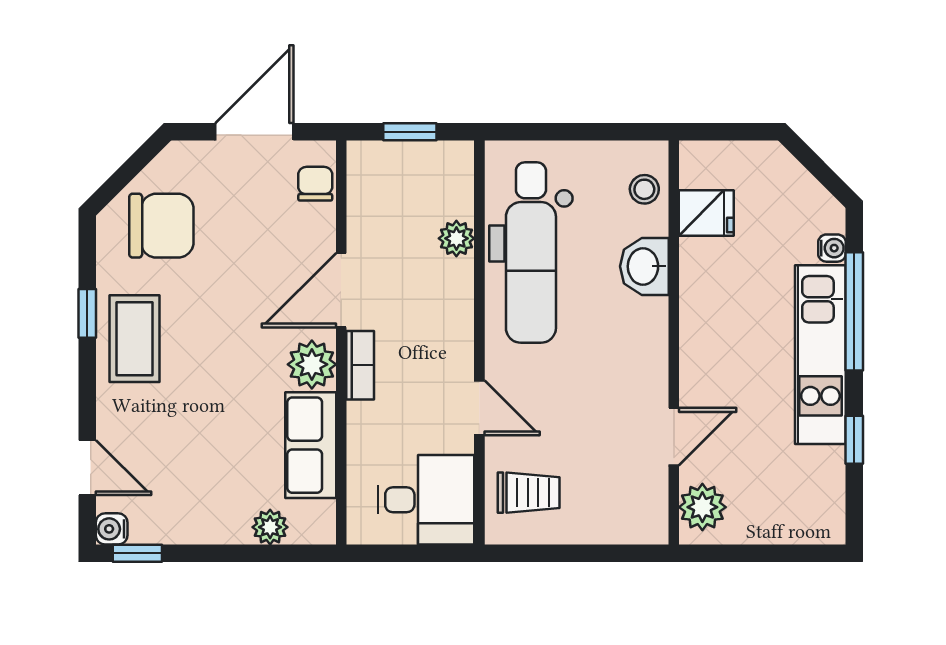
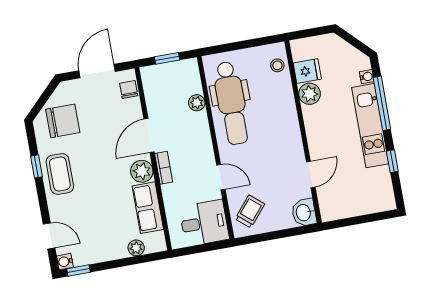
washbasin: (644, 266) -> (304, 213), moved
trolley: (529, 493) -> (250, 211), turned -50
plant: (702, 507) -> (310, 94), moved

